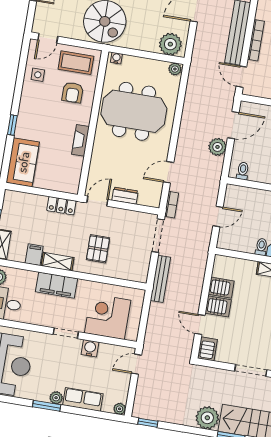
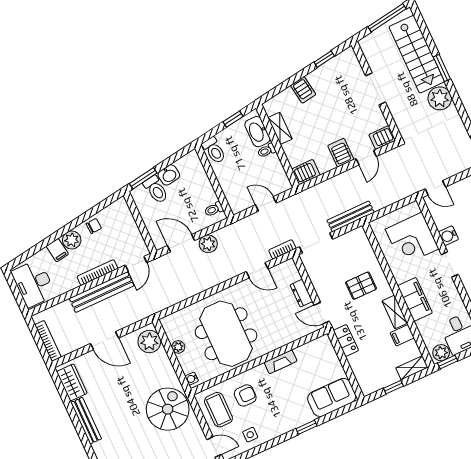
plant: (175, 69) -> (178, 347), moved
server rack: (221, 288) -> (306, 172), moved, turned 90

